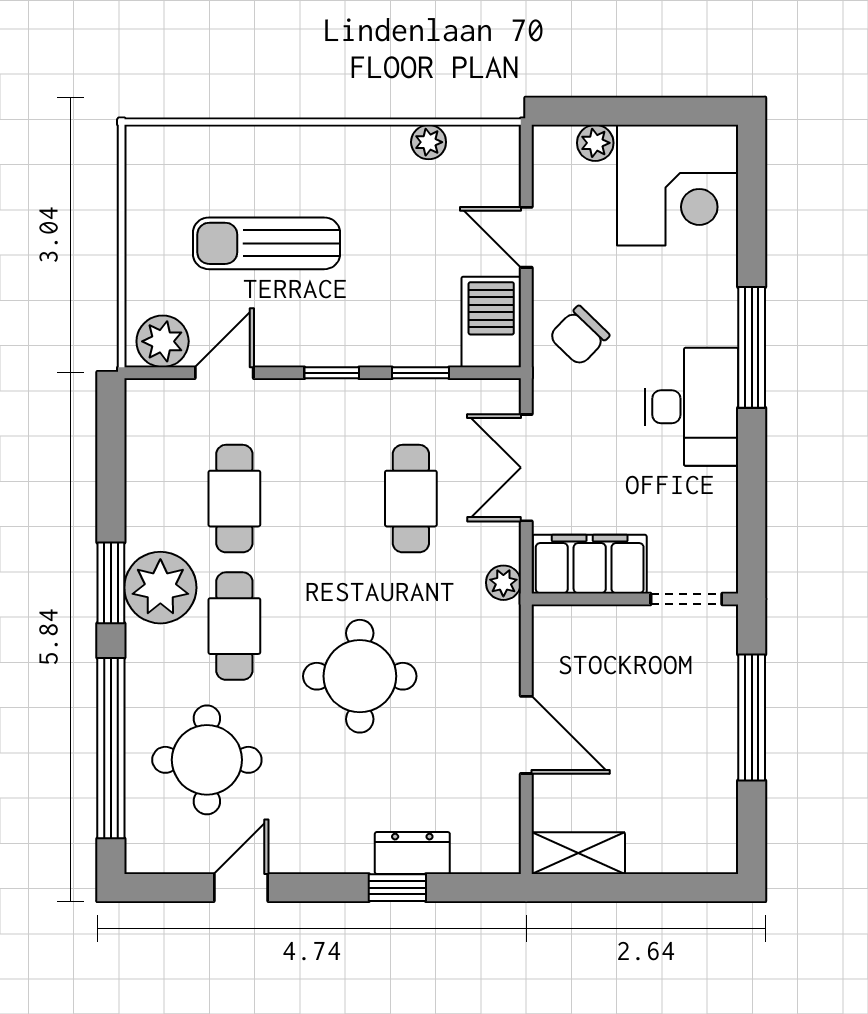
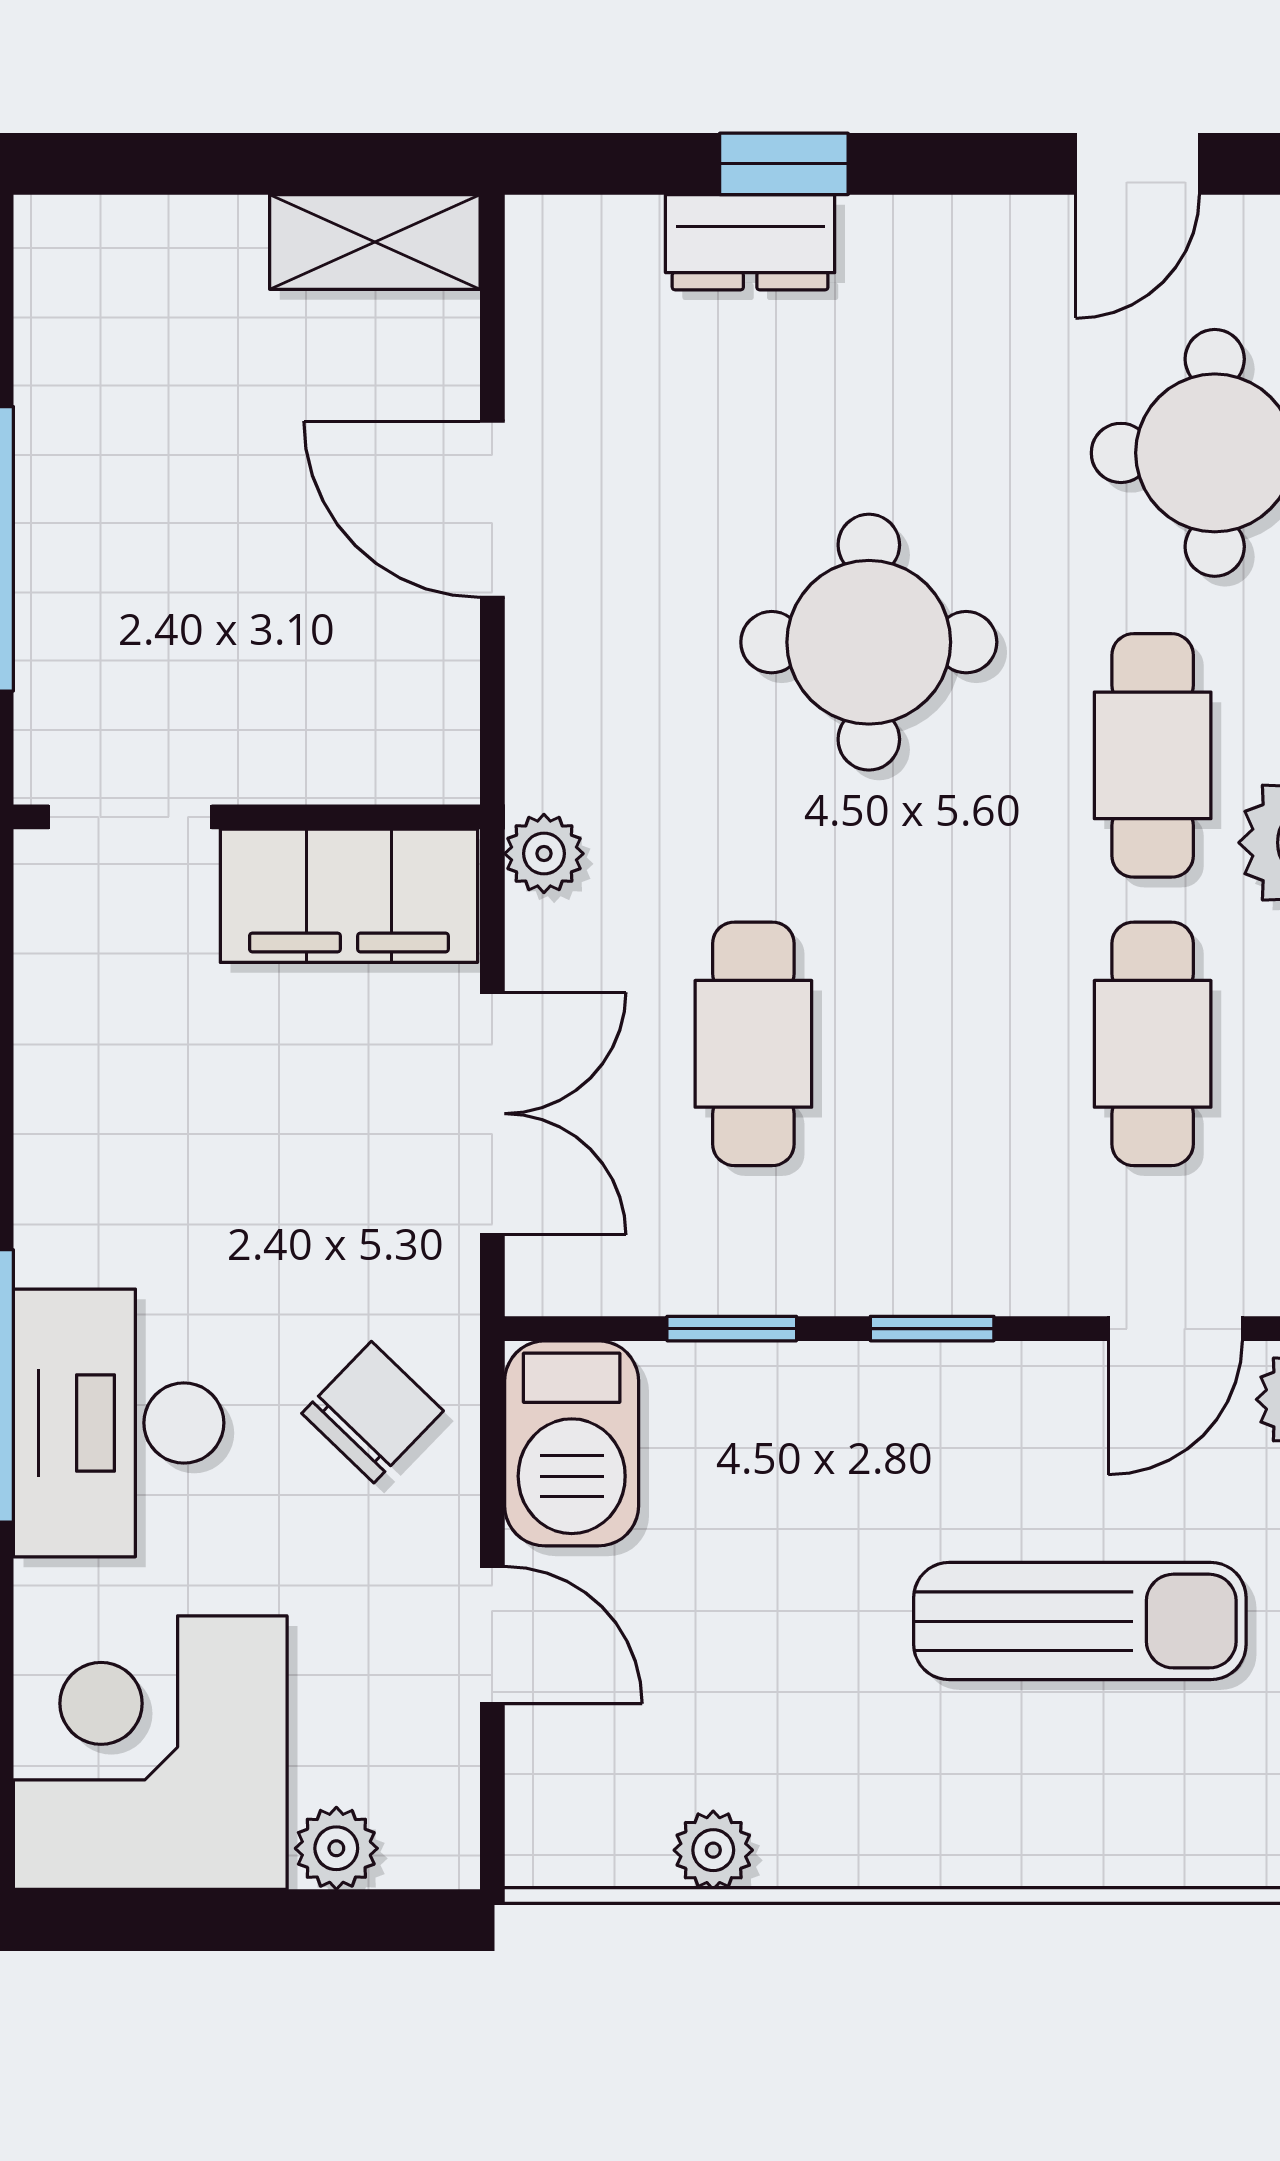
desk: (691, 407) -> (119, 1423), moved

